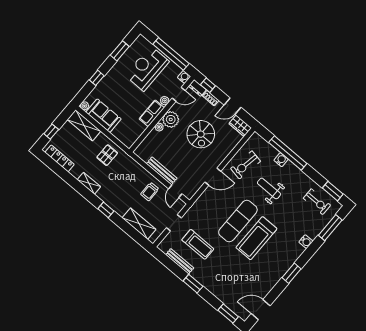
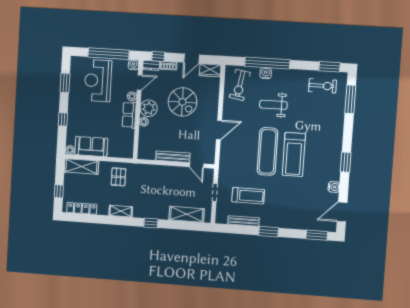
exercise bike: (246, 165) -> (240, 85), moved
trolley: (150, 192) -> (176, 181), removed
water cooler: (306, 242) -> (334, 187), moved

